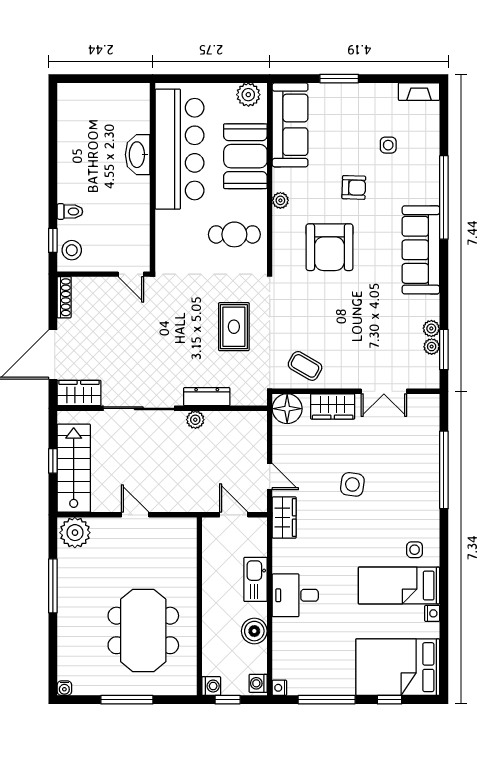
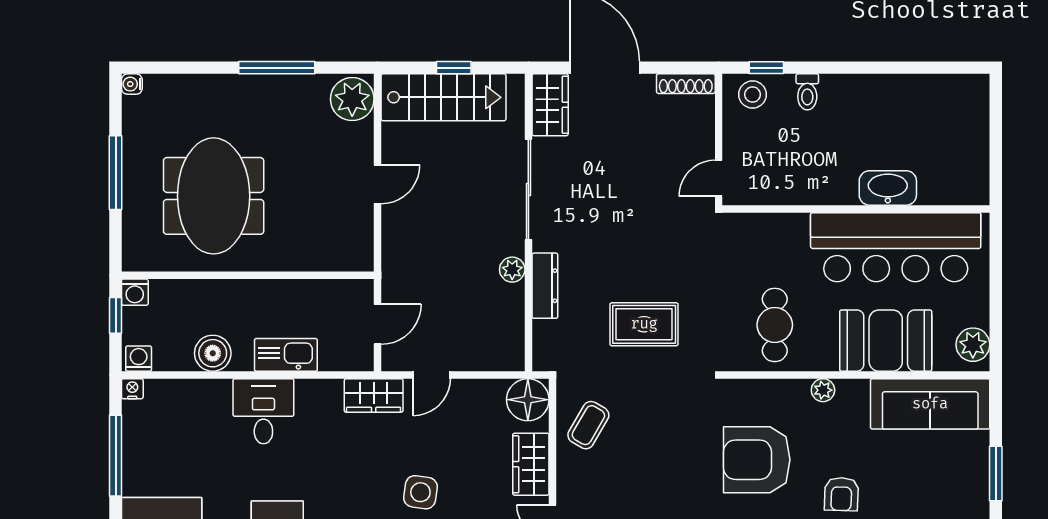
meeting table: (143, 630) -> (214, 196), turned 90

